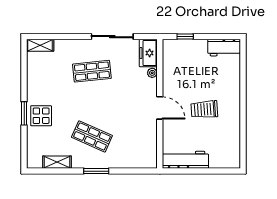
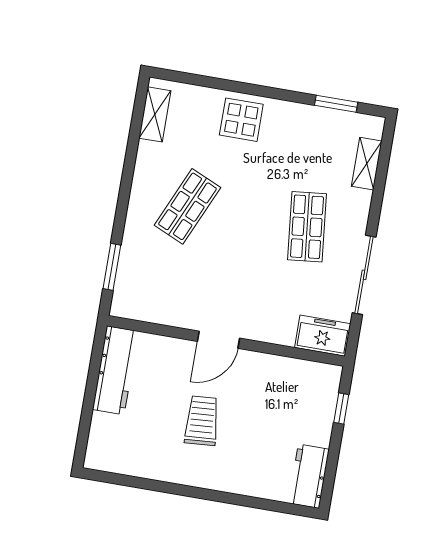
shelving: (40, 45) -> (367, 164), moved
plant: (152, 73) -> (285, 337), removed
window: (24, 113) -> (336, 104), moved
shelving: (57, 162) -> (155, 114), moved
window: (96, 171) -> (112, 267), moved

